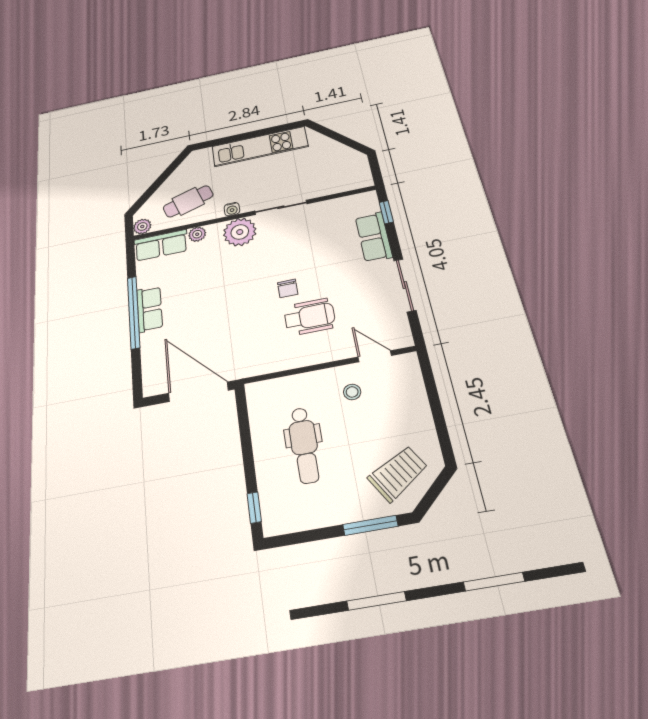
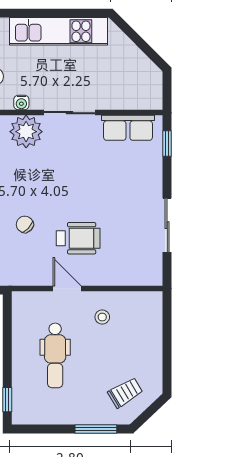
row of seats: (374, 237) -> (128, 128), moved, turned -90
chair: (288, 288) -> (25, 224), moved, turned 134
door: (375, 356) -> (67, 288), moved
trolley: (398, 473) -> (125, 393), width x0.73, depth x0.72

